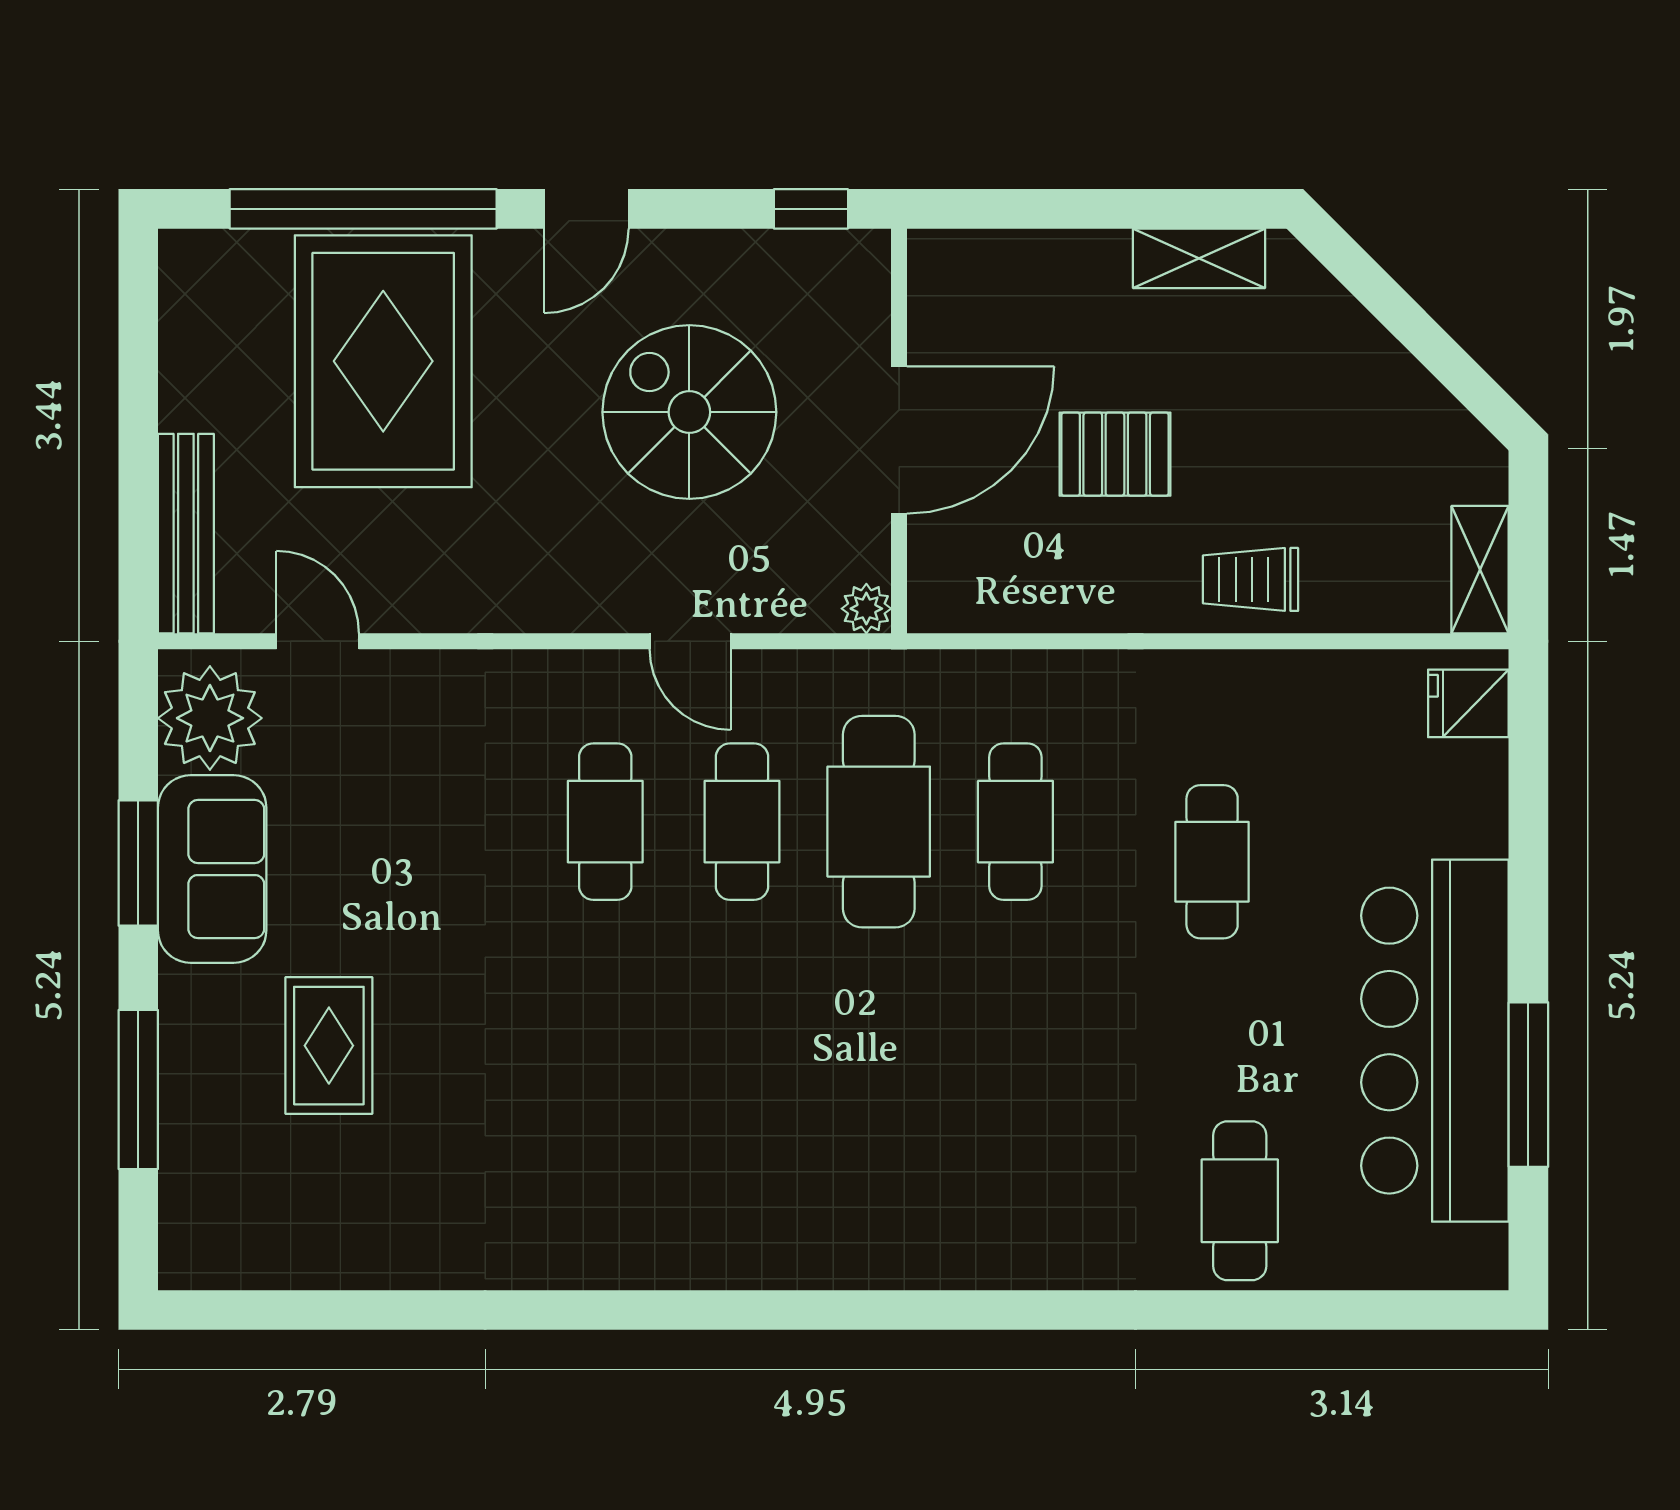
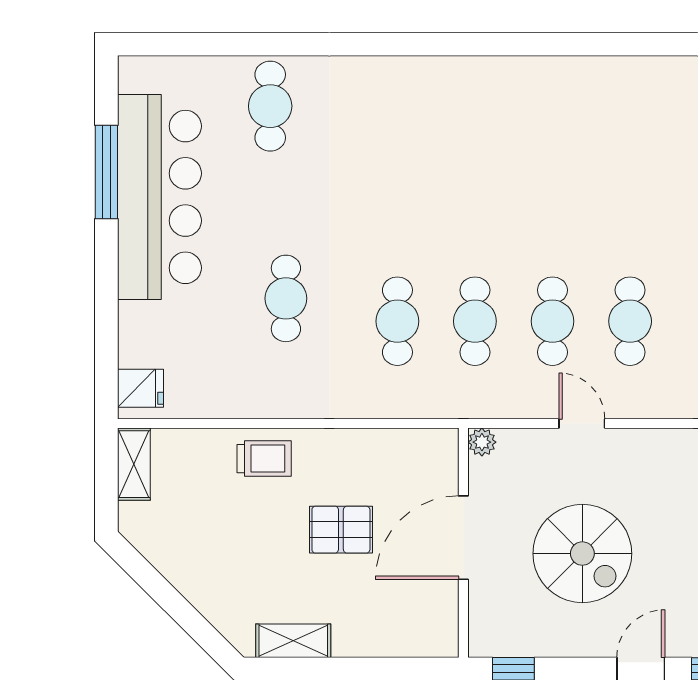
cafe table: (879, 822) -> (475, 321), width x0.73, depth x0.74

